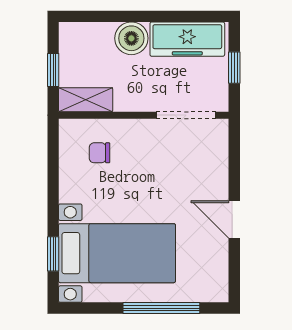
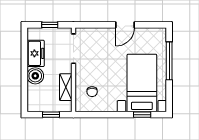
freezer: (187, 39) -> (36, 53), width x0.71
shelving: (86, 100) -> (66, 87), moved

